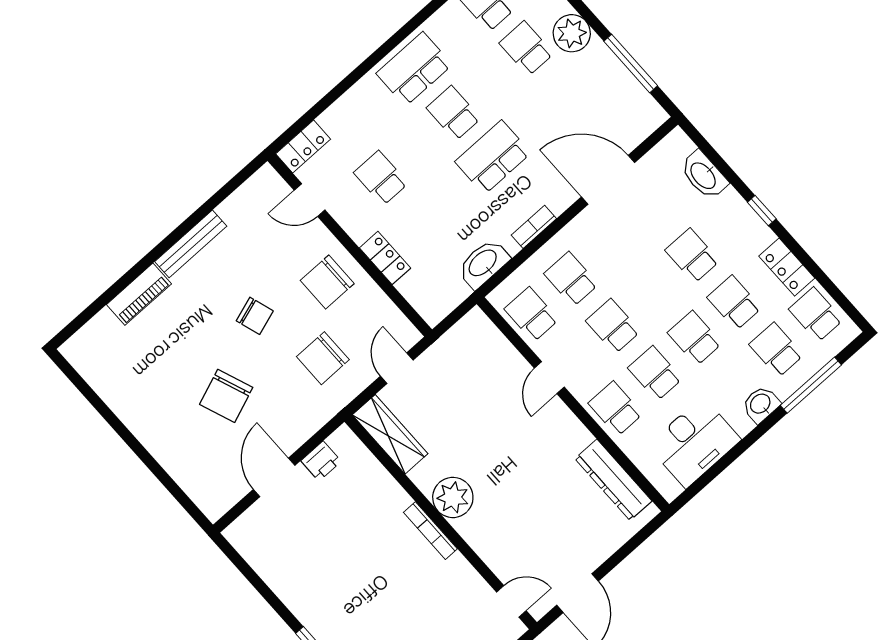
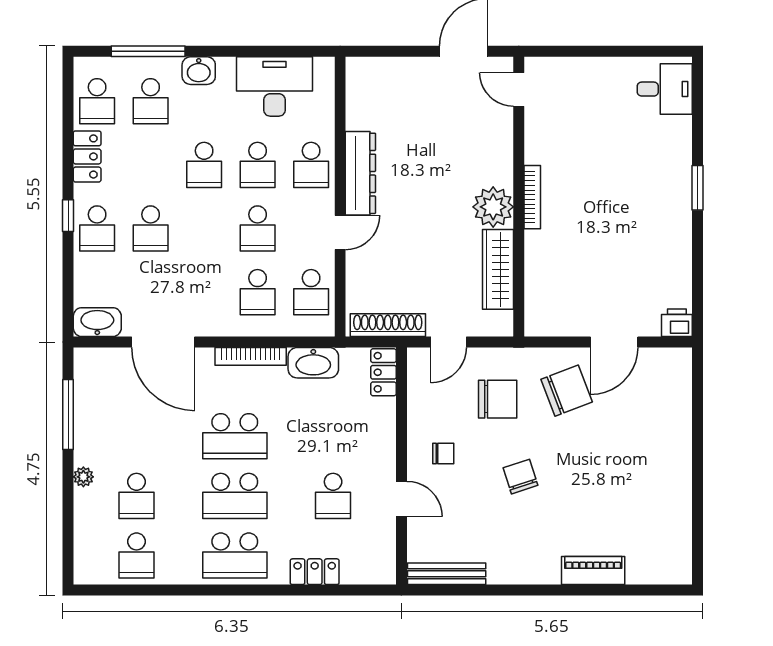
plant: (572, 33) -> (83, 477), width x0.53, depth x0.53
school desk: (454, 113) -> (235, 496), width x1.85
locker: (303, 146) -> (315, 572), moved
washbasin: (704, 175) -> (97, 322), moved, turned -90
door: (310, 200) -> (401, 499), moved
bookcase: (534, 227) -> (251, 356), width x1.56
bench: (191, 244) -> (447, 574), moved
locker: (385, 258) -> (384, 372), moved
chair: (327, 282) -> (443, 454), width x0.54, depth x0.54
school desk: (734, 303) -> (97, 228), moved
shoe rack: (453, 341) -> (388, 325), added
chair: (226, 396) -> (567, 391), moved
wardrobe: (390, 434) -> (498, 269), moved
printer: (321, 461) -> (677, 323), moved
dresser: (613, 480) -> (360, 173), moved

